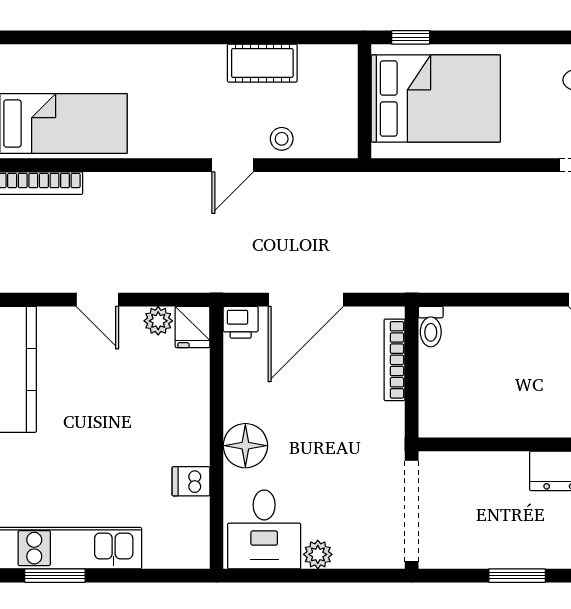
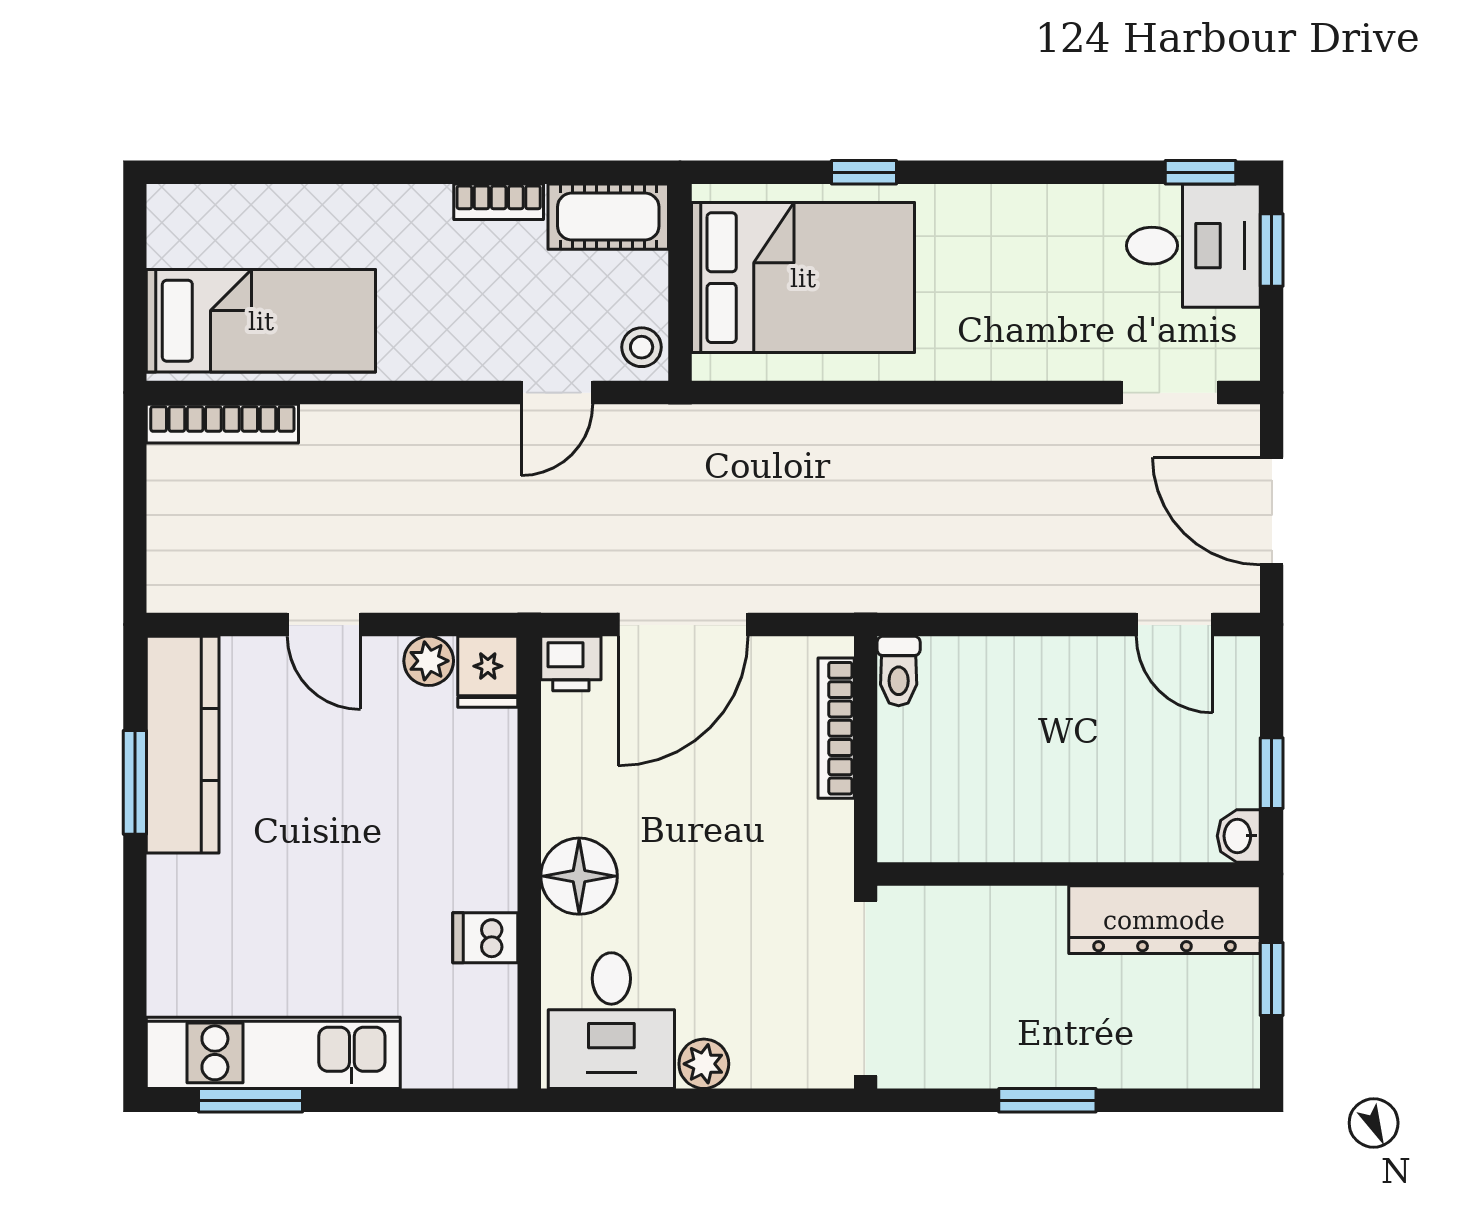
bookcase: (199, 54) -> (499, 202), added
bed: (436, 98) -> (803, 278), moved
wall: (365, 101) -> (680, 282), moved

